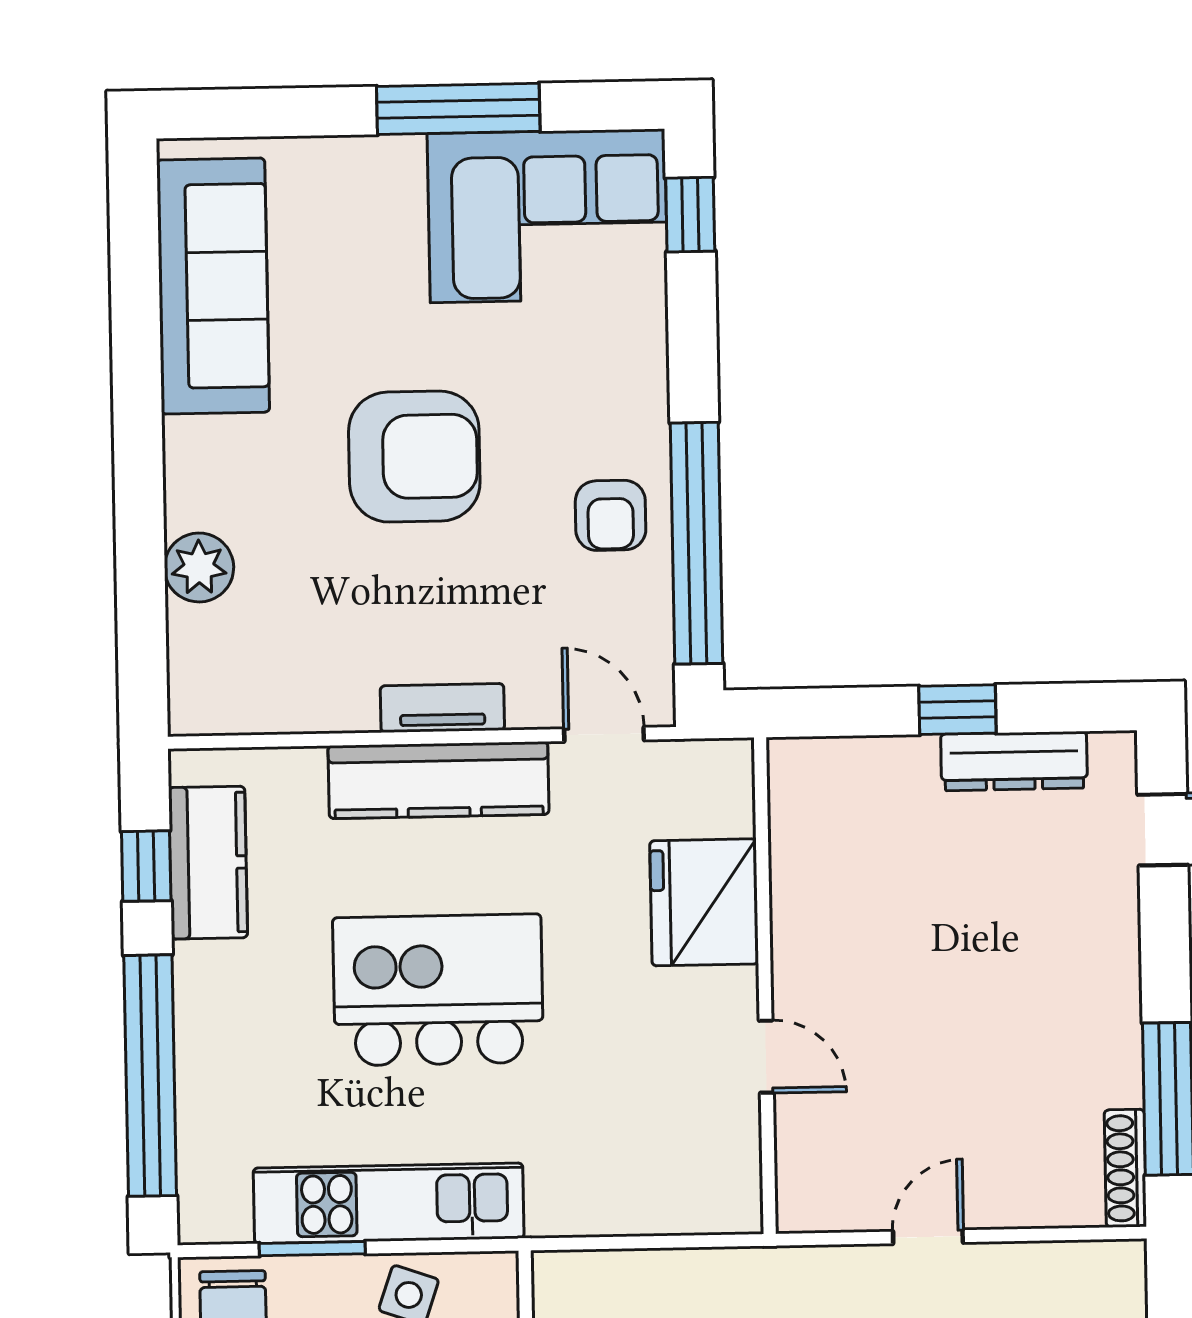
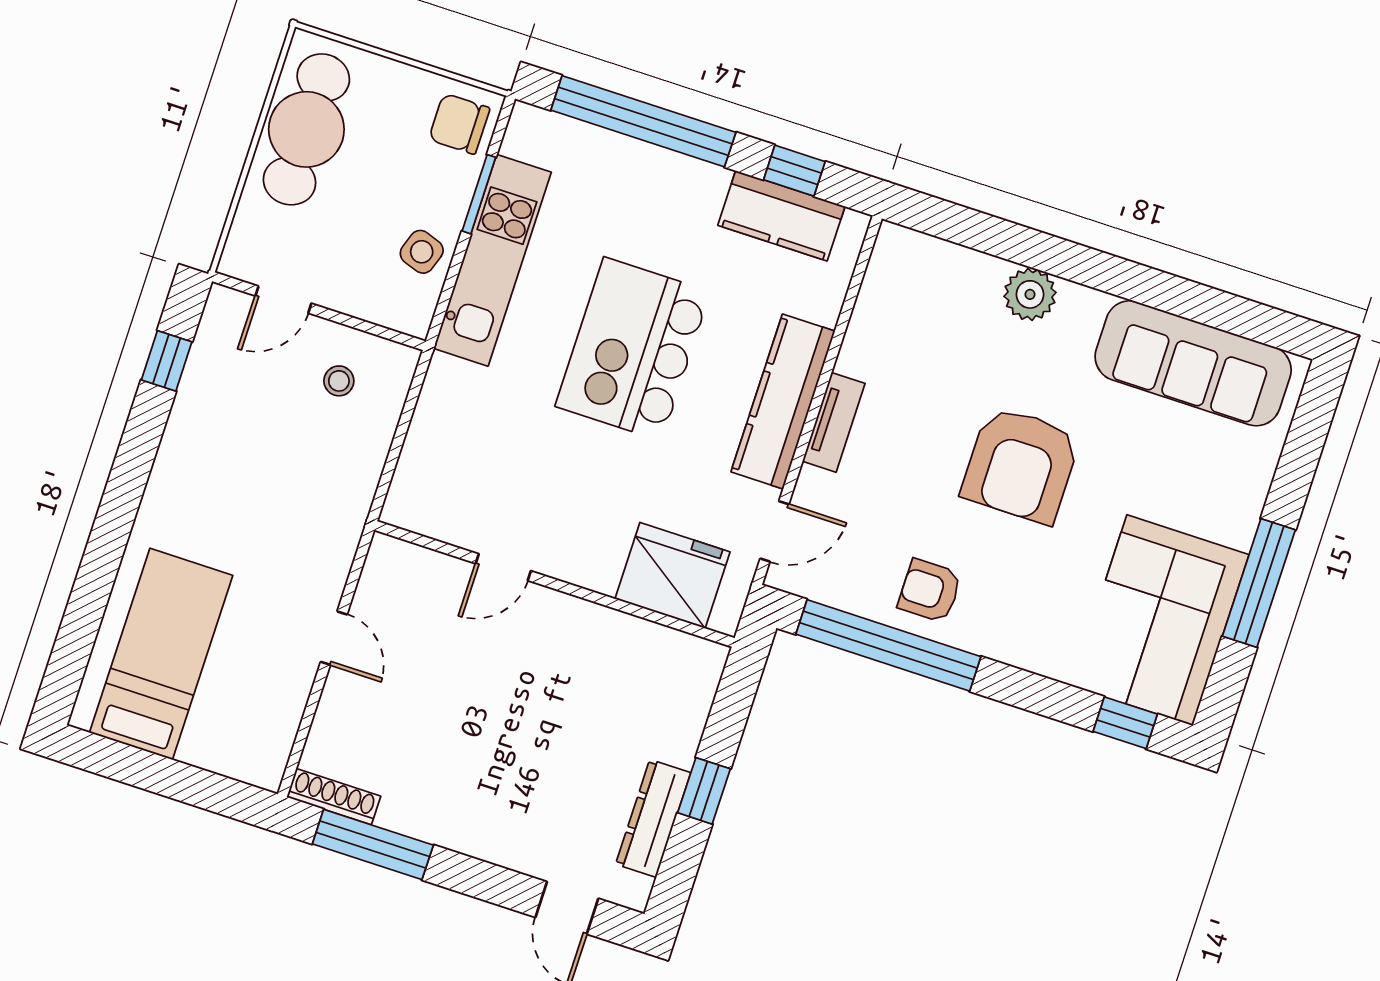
plant: (199, 567) -> (1030, 294), moved
fridge: (704, 902) -> (672, 575), moved
kitchen island: (438, 990) -> (633, 349), turned 180

